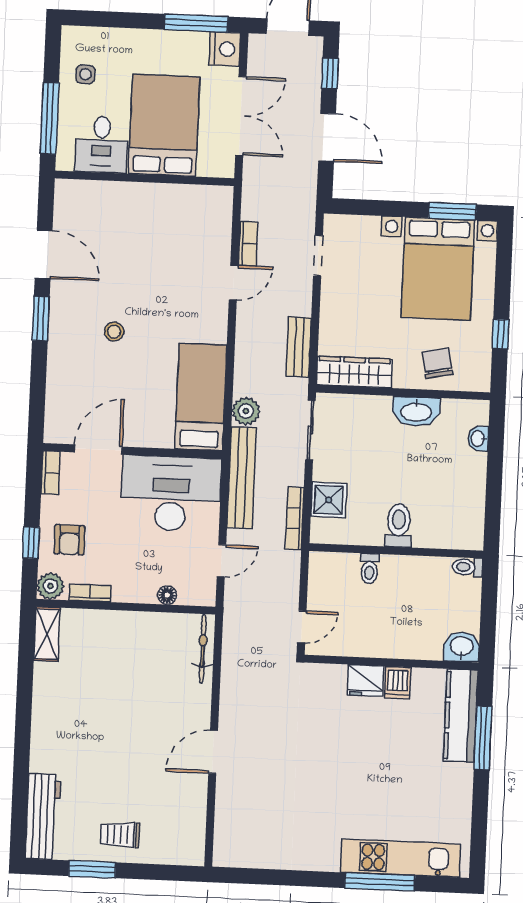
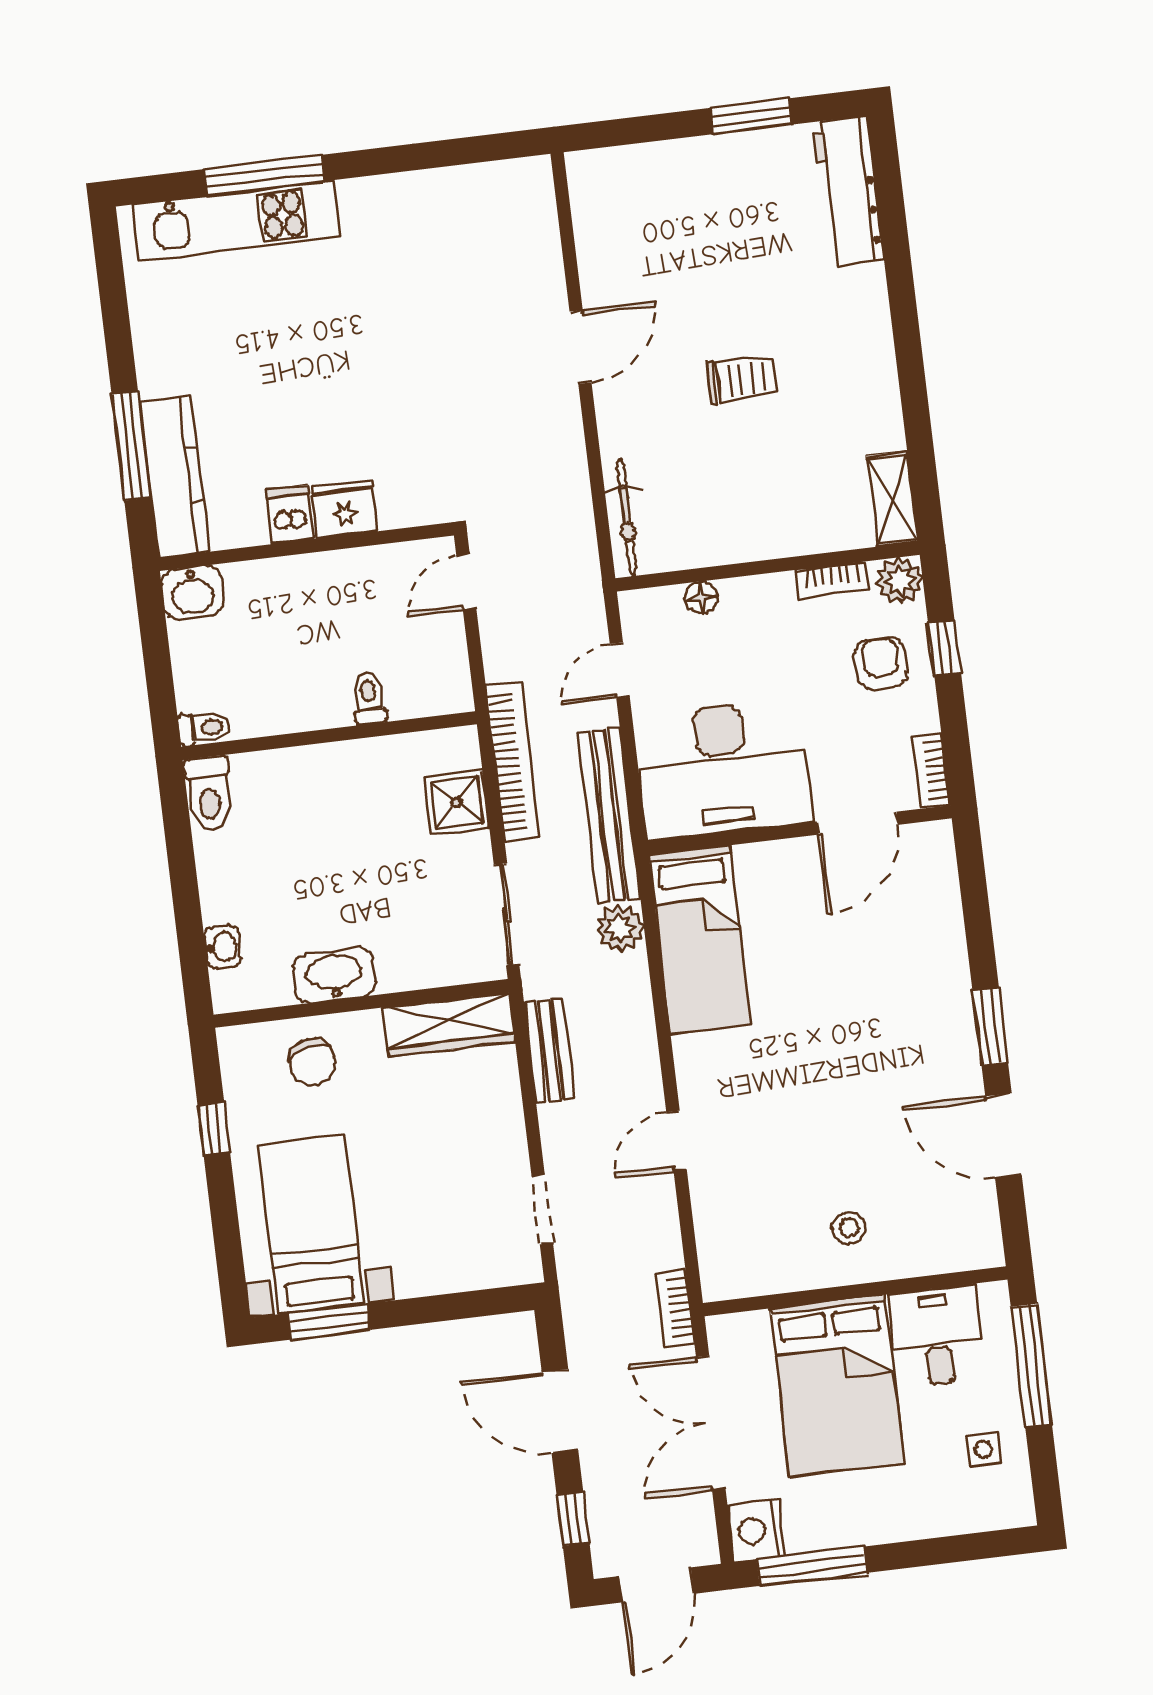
bookcase: (248, 244) -> (675, 1308), moved
bed with nightstands: (438, 269) -> (312, 1224), width x0.73
stool: (114, 332) -> (849, 1228), moved
bookcase: (295, 518) -> (513, 761), width x1.48, depth x1.31
toilet: (399, 526) -> (209, 794), moved
trolley: (120, 835) -> (742, 379), moved

